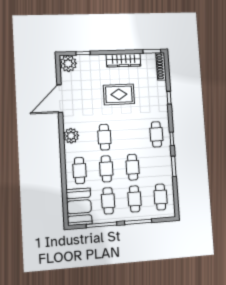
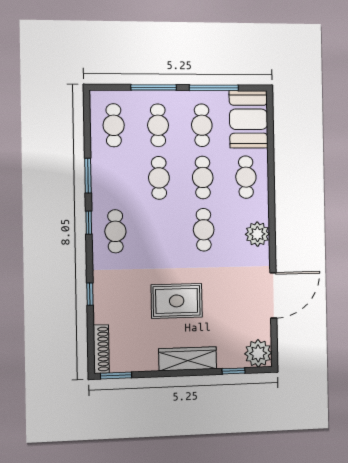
wardrobe: (124, 60) -> (188, 359), moved

